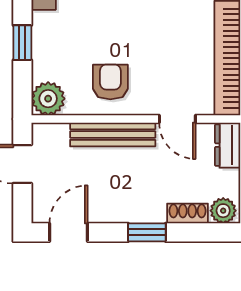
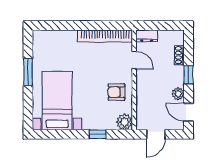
door: (177, 119) -> (134, 60), hinge flipped
bench: (113, 135) -> (142, 91), removed
plant: (223, 211) -> (178, 94), moved

